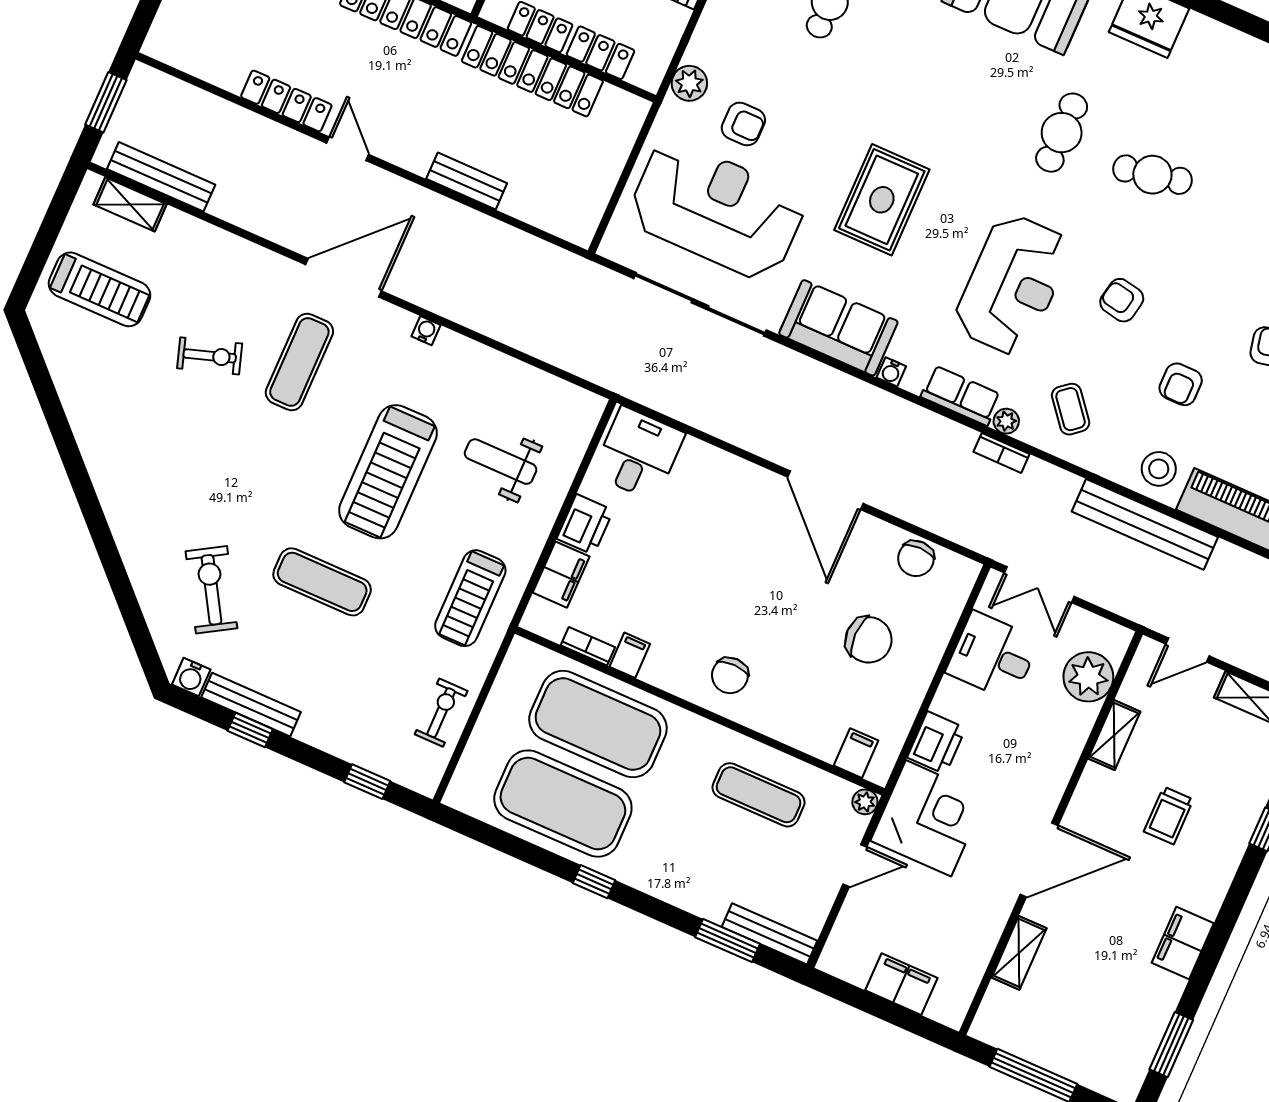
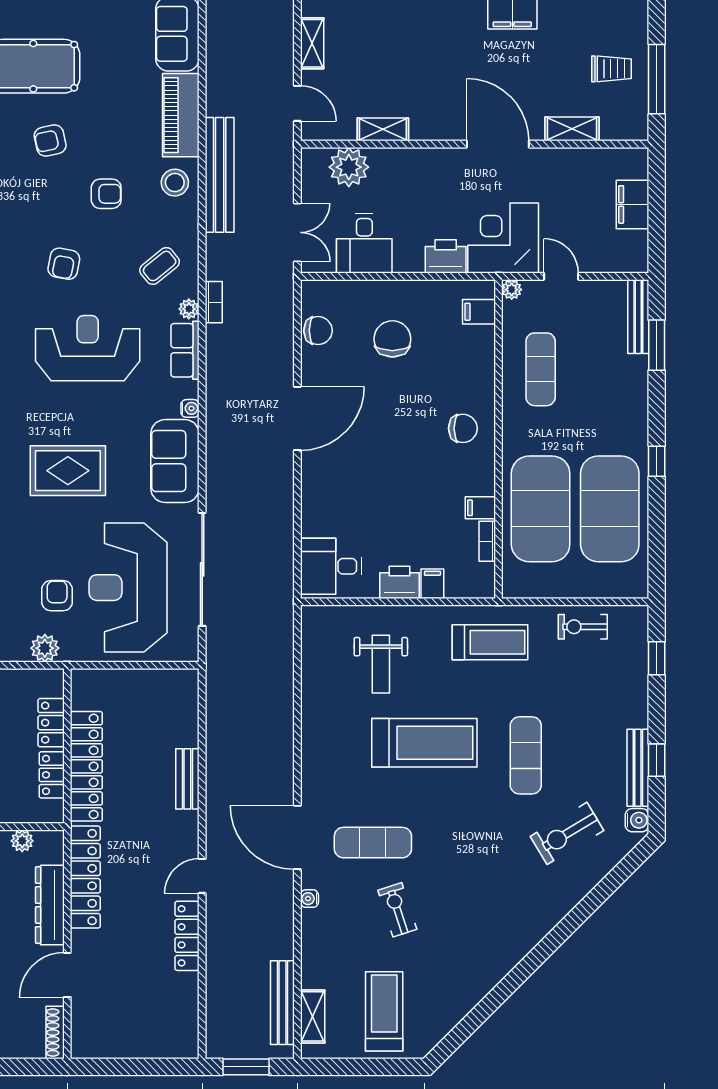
water cooler: (426, 331) -> (309, 899), moved
filing cabinet: (561, 575) -> (432, 584), width x0.50
trolley: (1169, 816) -> (612, 69), moved

